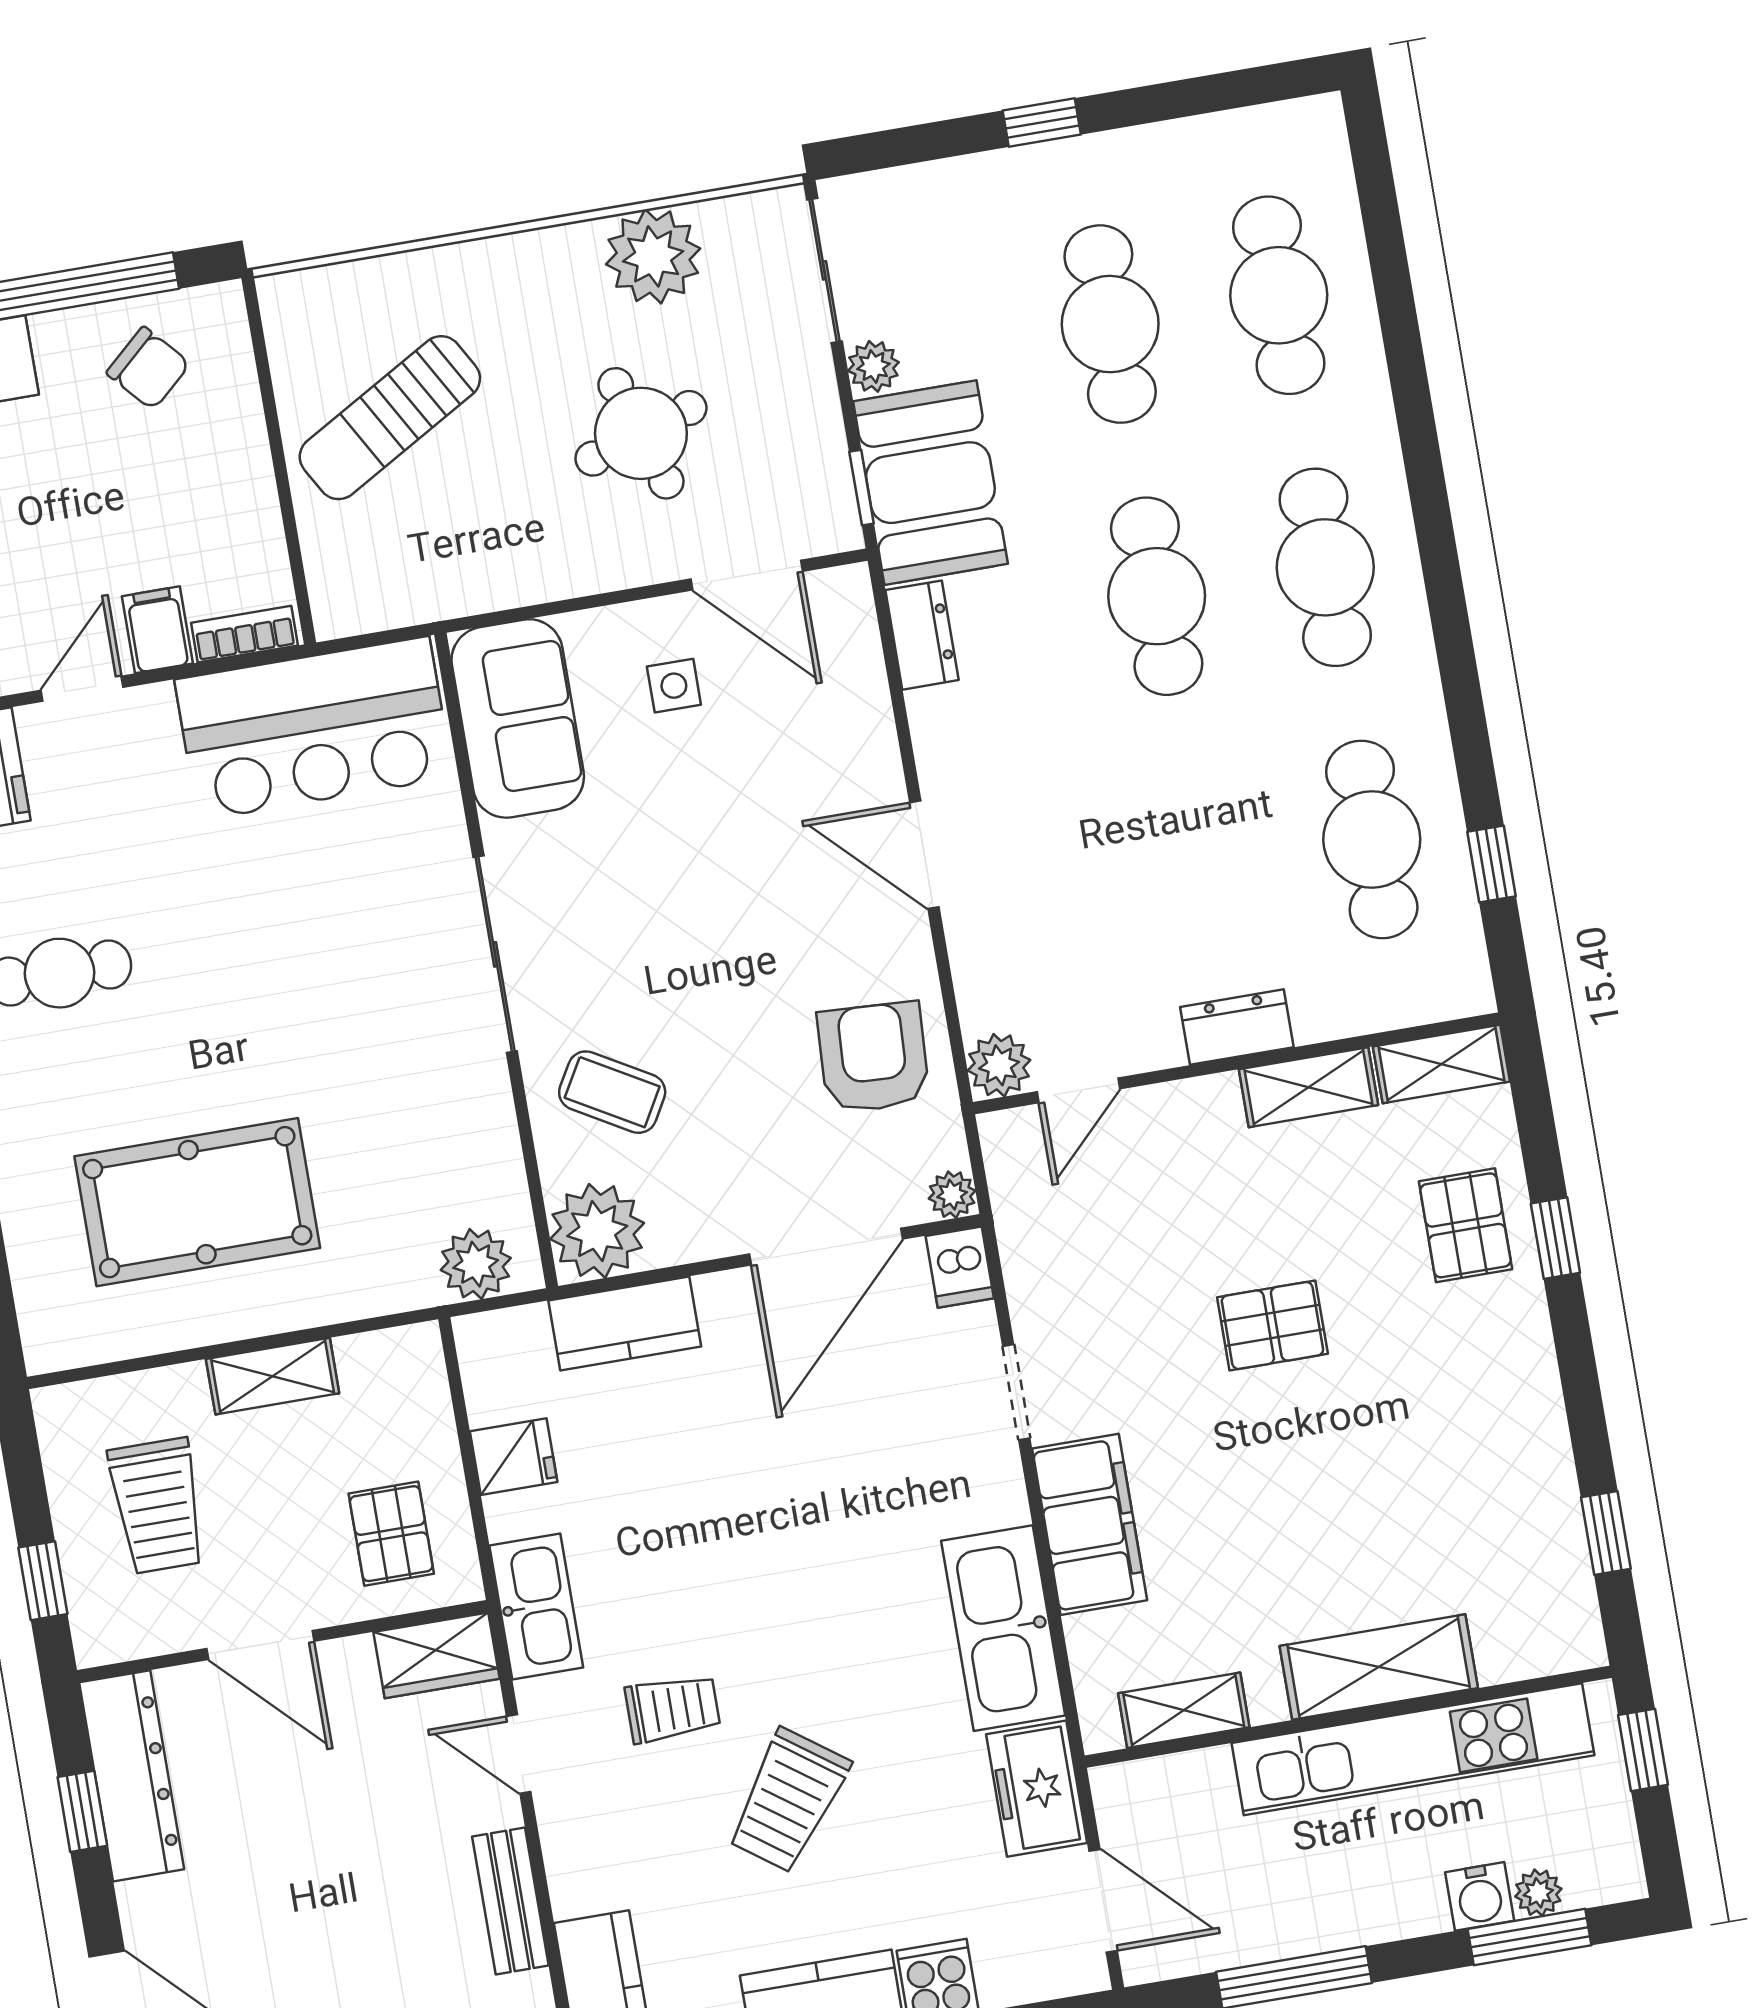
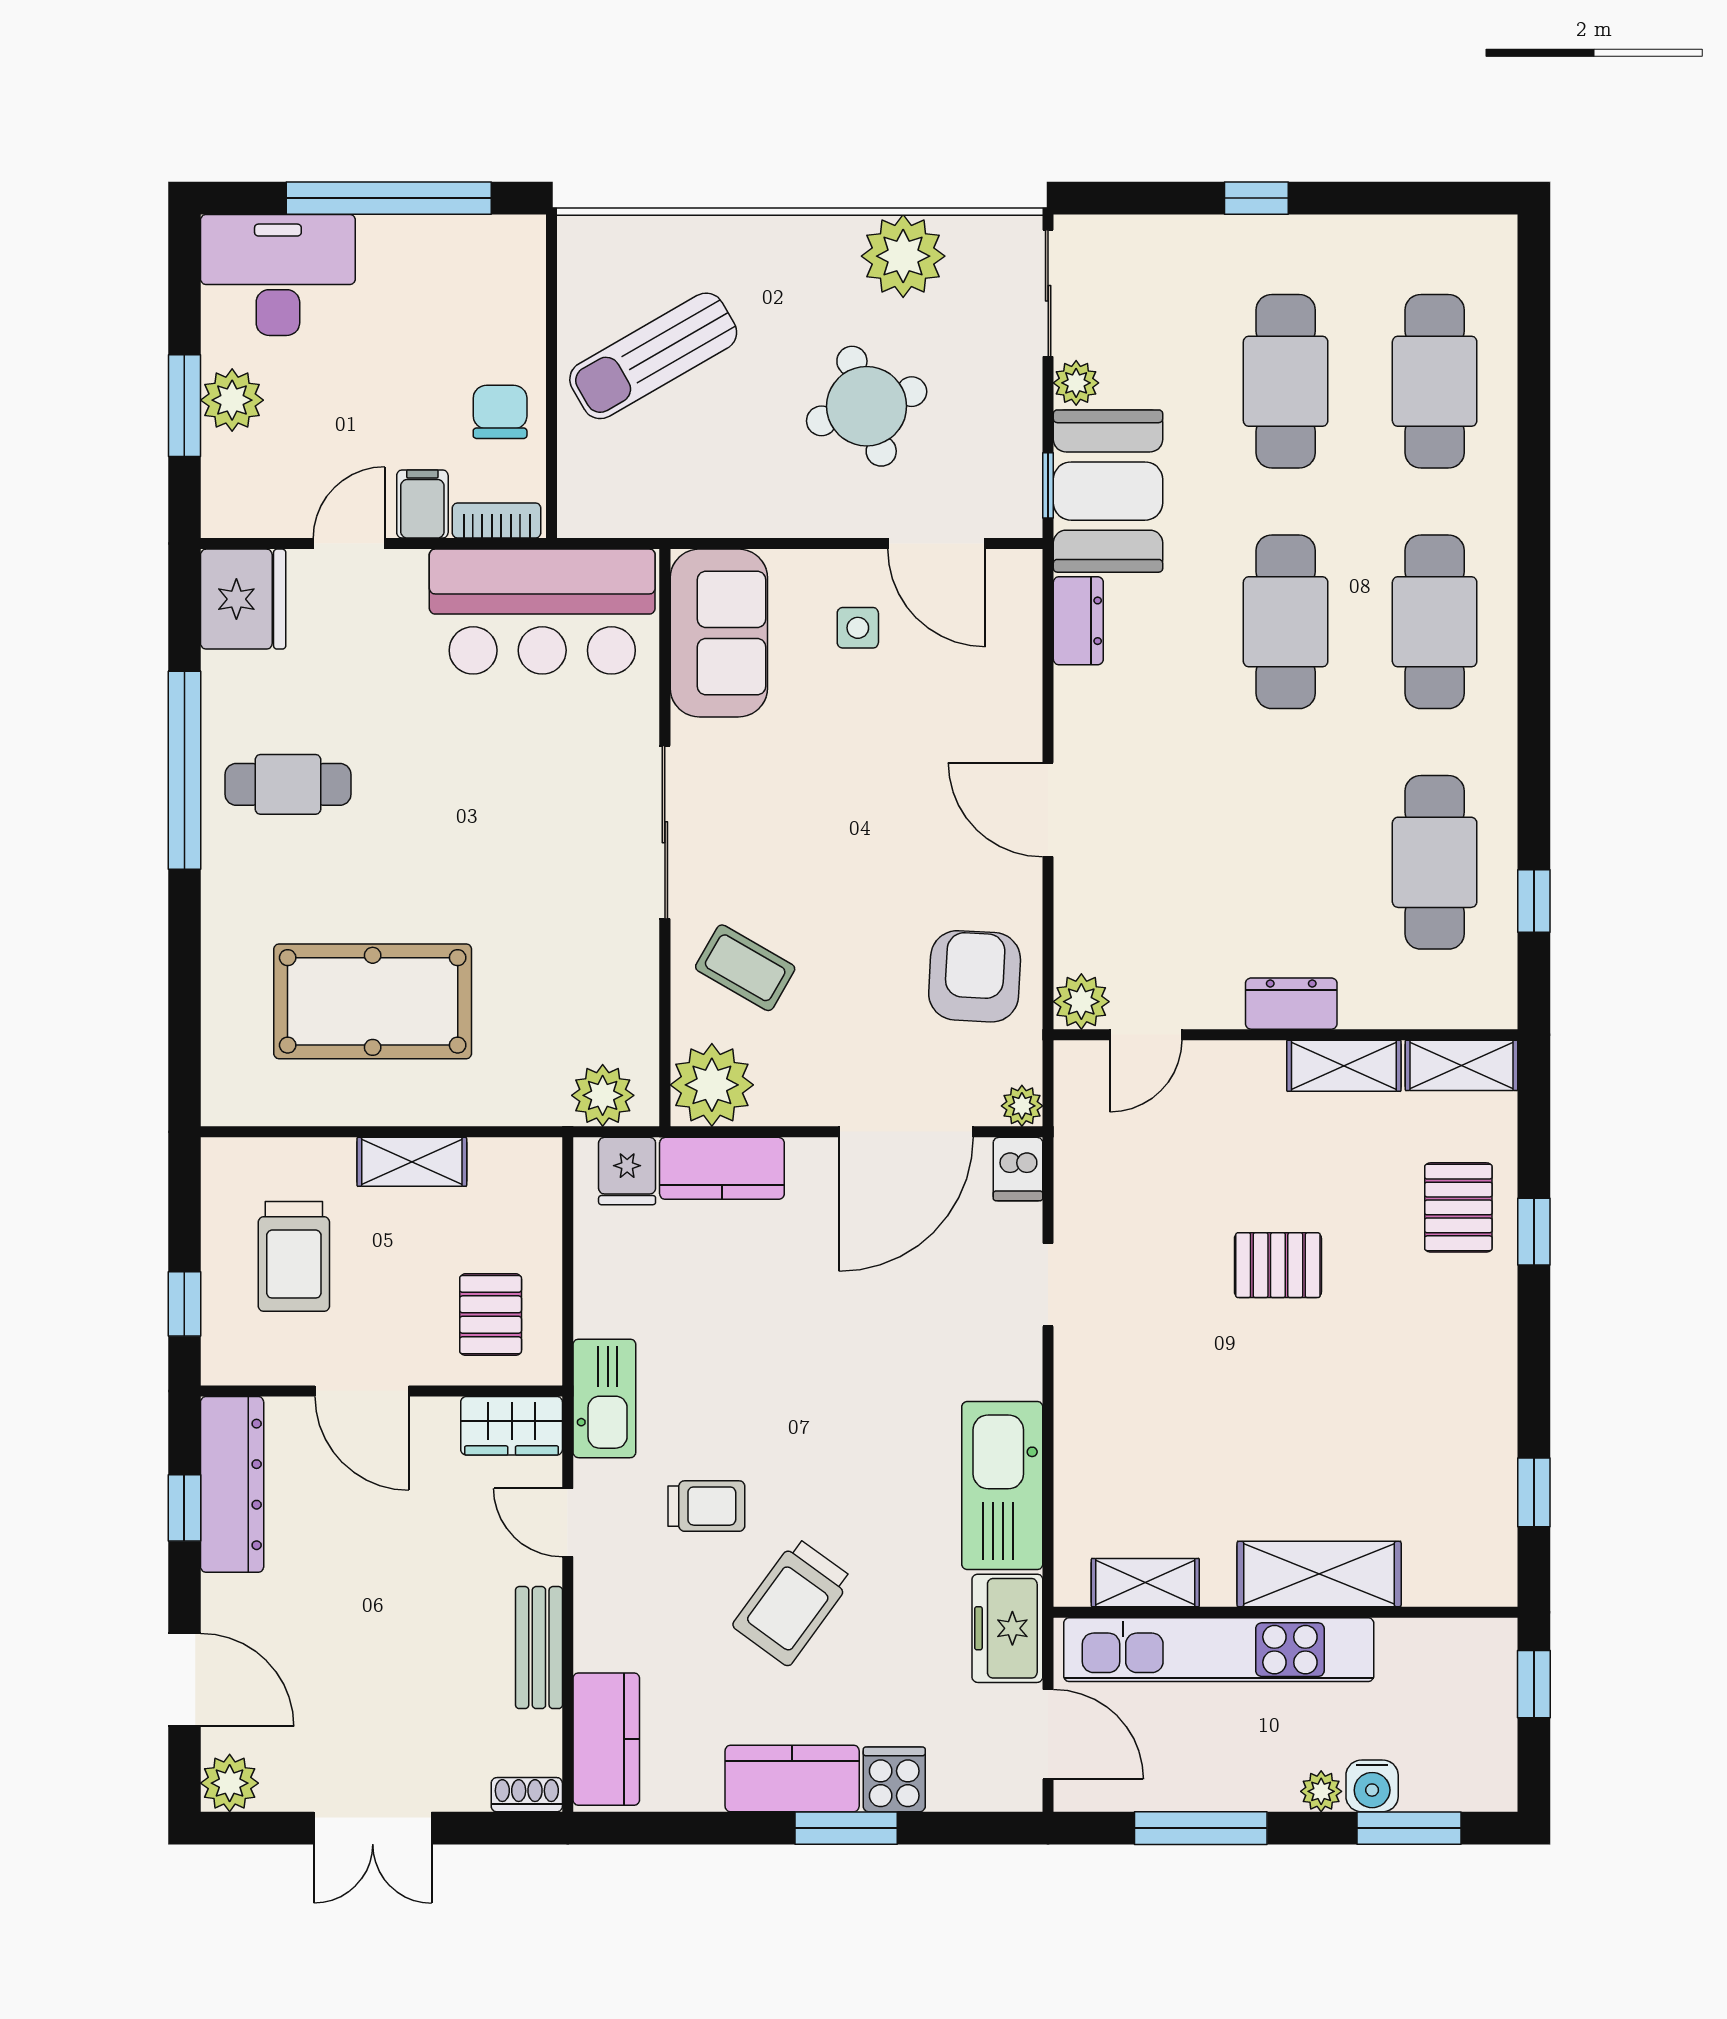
chair: (148, 368) -> (500, 412), moved, turned -138
fridge: (514, 1457) -> (627, 1171), moved, turned 90
filing cabinet: (1090, 1524) -> (1092, 1409), removed
kitchen unit: (1413, 1749) -> (1219, 1650), moved
plant: (1538, 1893) -> (1321, 1791), moved

